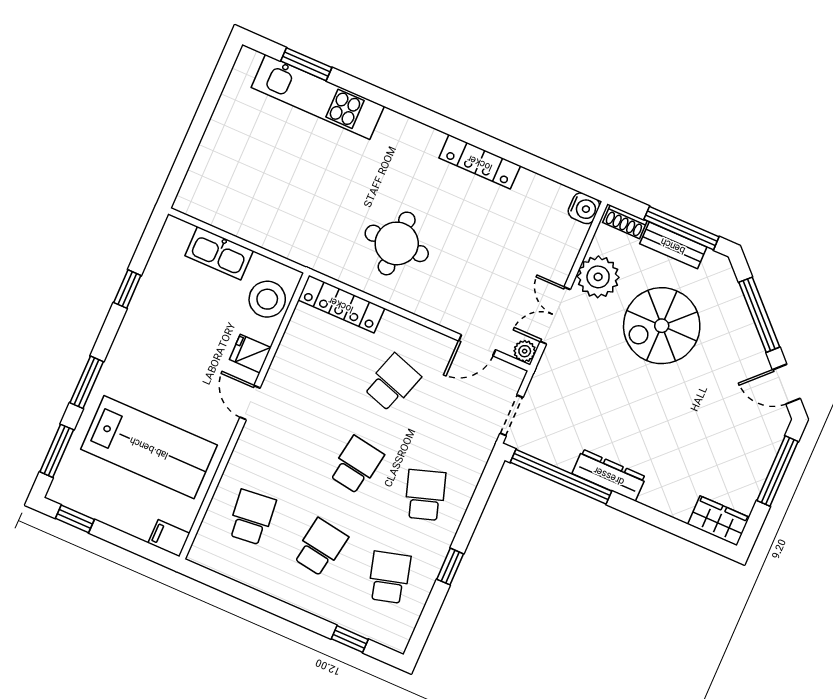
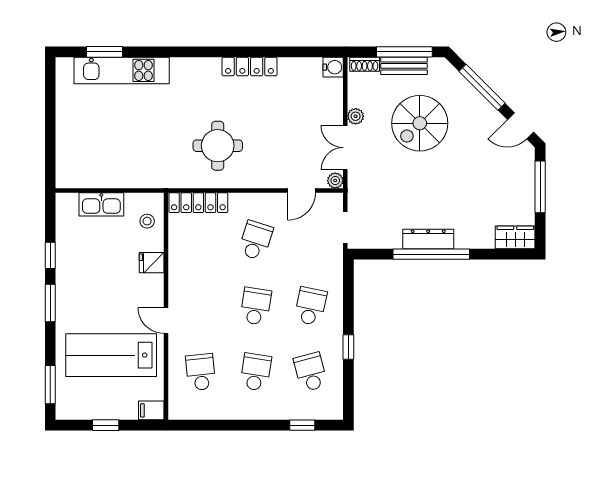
plant: (598, 277) -> (356, 116), width x0.53, depth x0.53
stool: (267, 299) -> (147, 221), width x0.53, depth x0.53
window: (87, 382) -> (50, 303), moved
door: (250, 403) -> (166, 320), moved
lab bench: (149, 447) -> (111, 355), turned 180
window: (561, 477) -> (431, 254), moved
school desk: (425, 495) -> (311, 306), turned 30
window: (75, 519) -> (106, 425), moved

